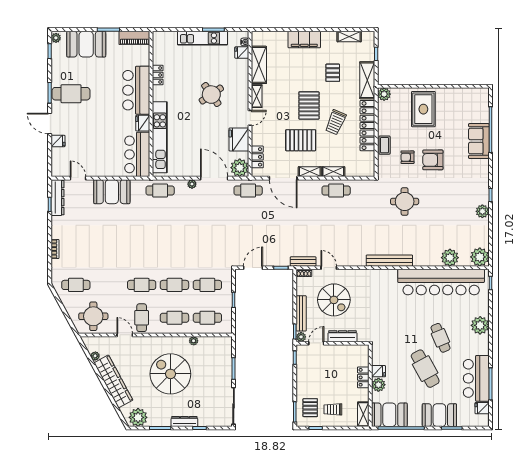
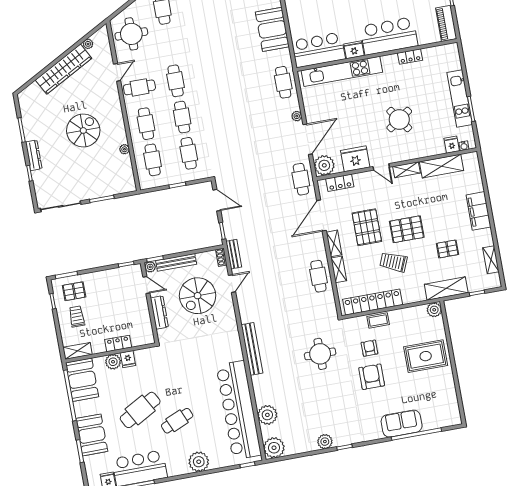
locker: (367, 126) -> (373, 302), moved
spiral stairs: (170, 374) -> (83, 130), width x0.73, depth x0.73
plant: (138, 417) -> (29, 103), removed

